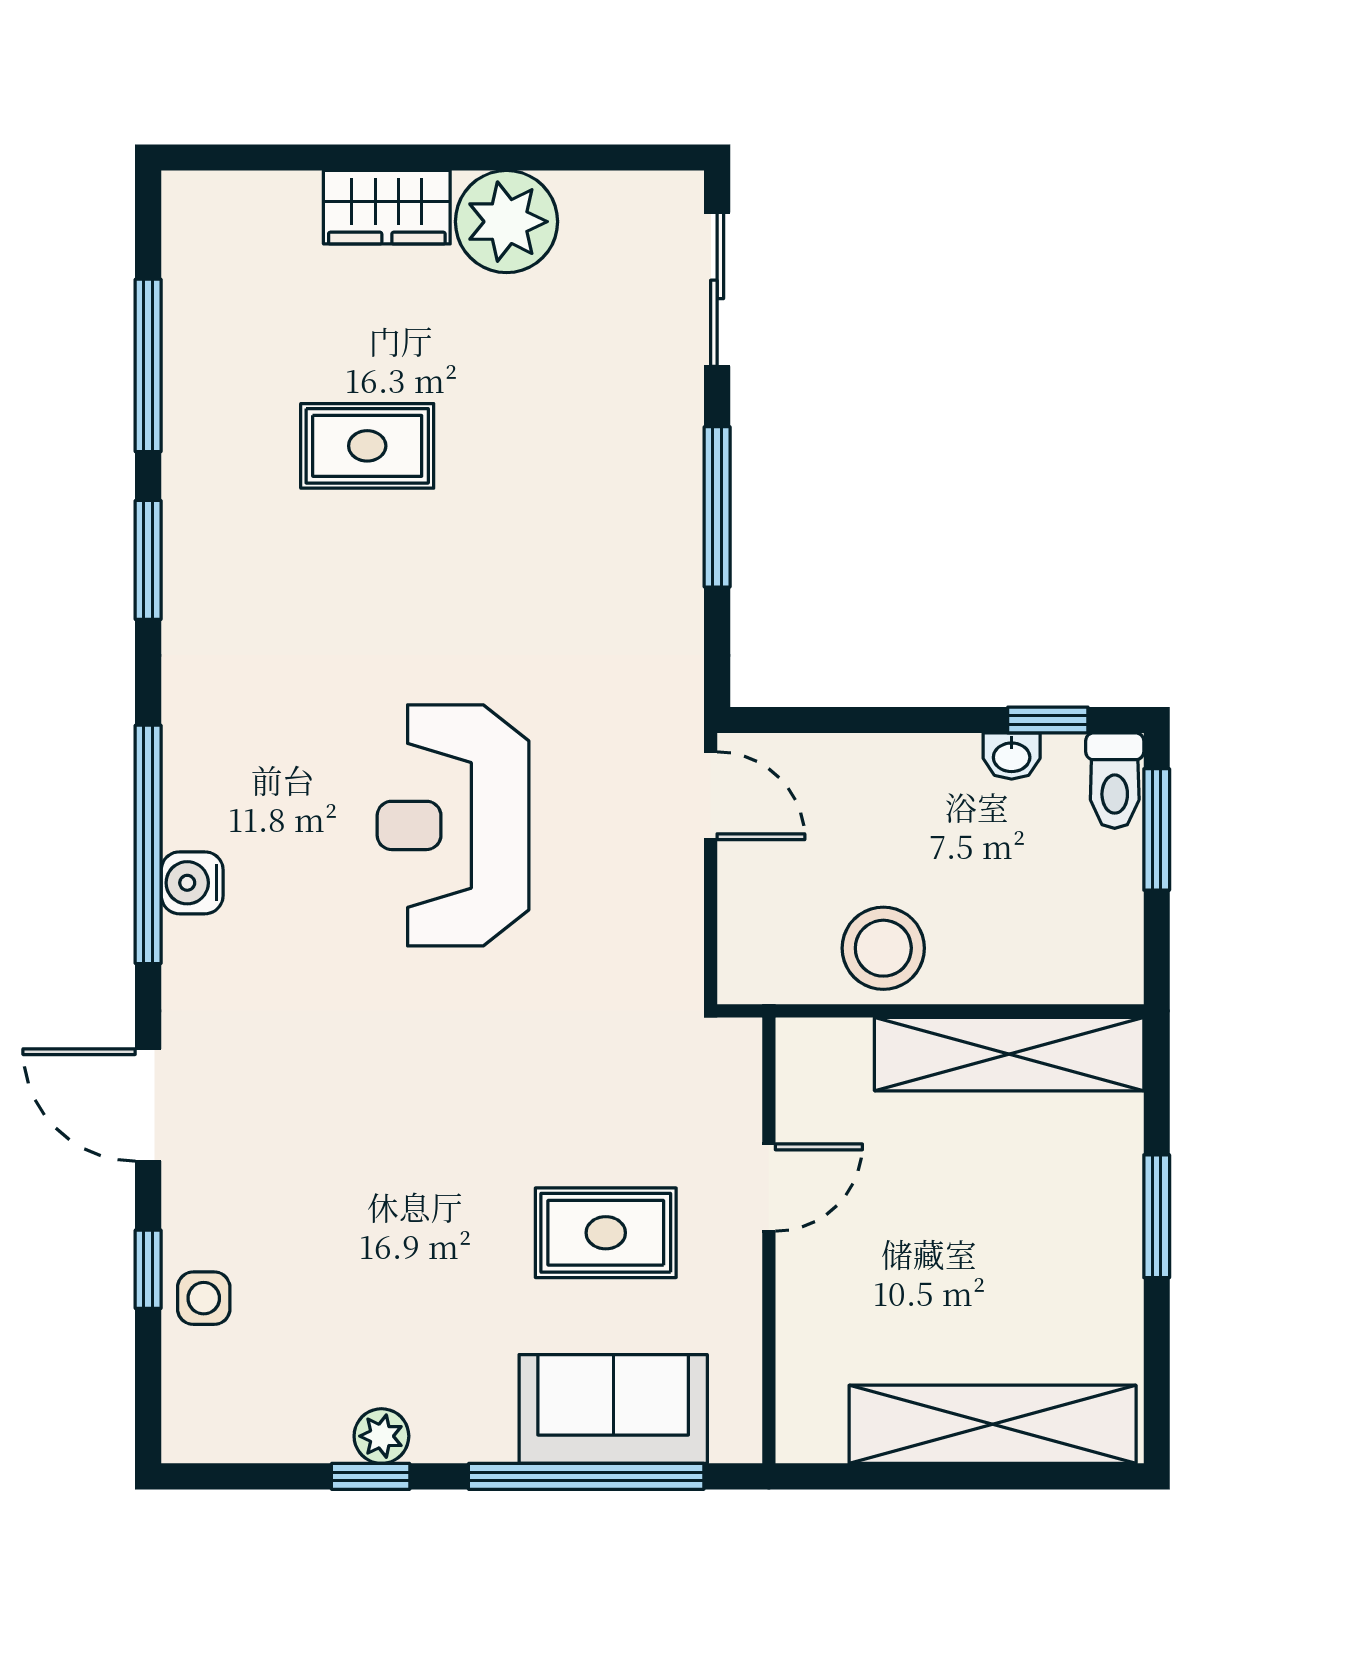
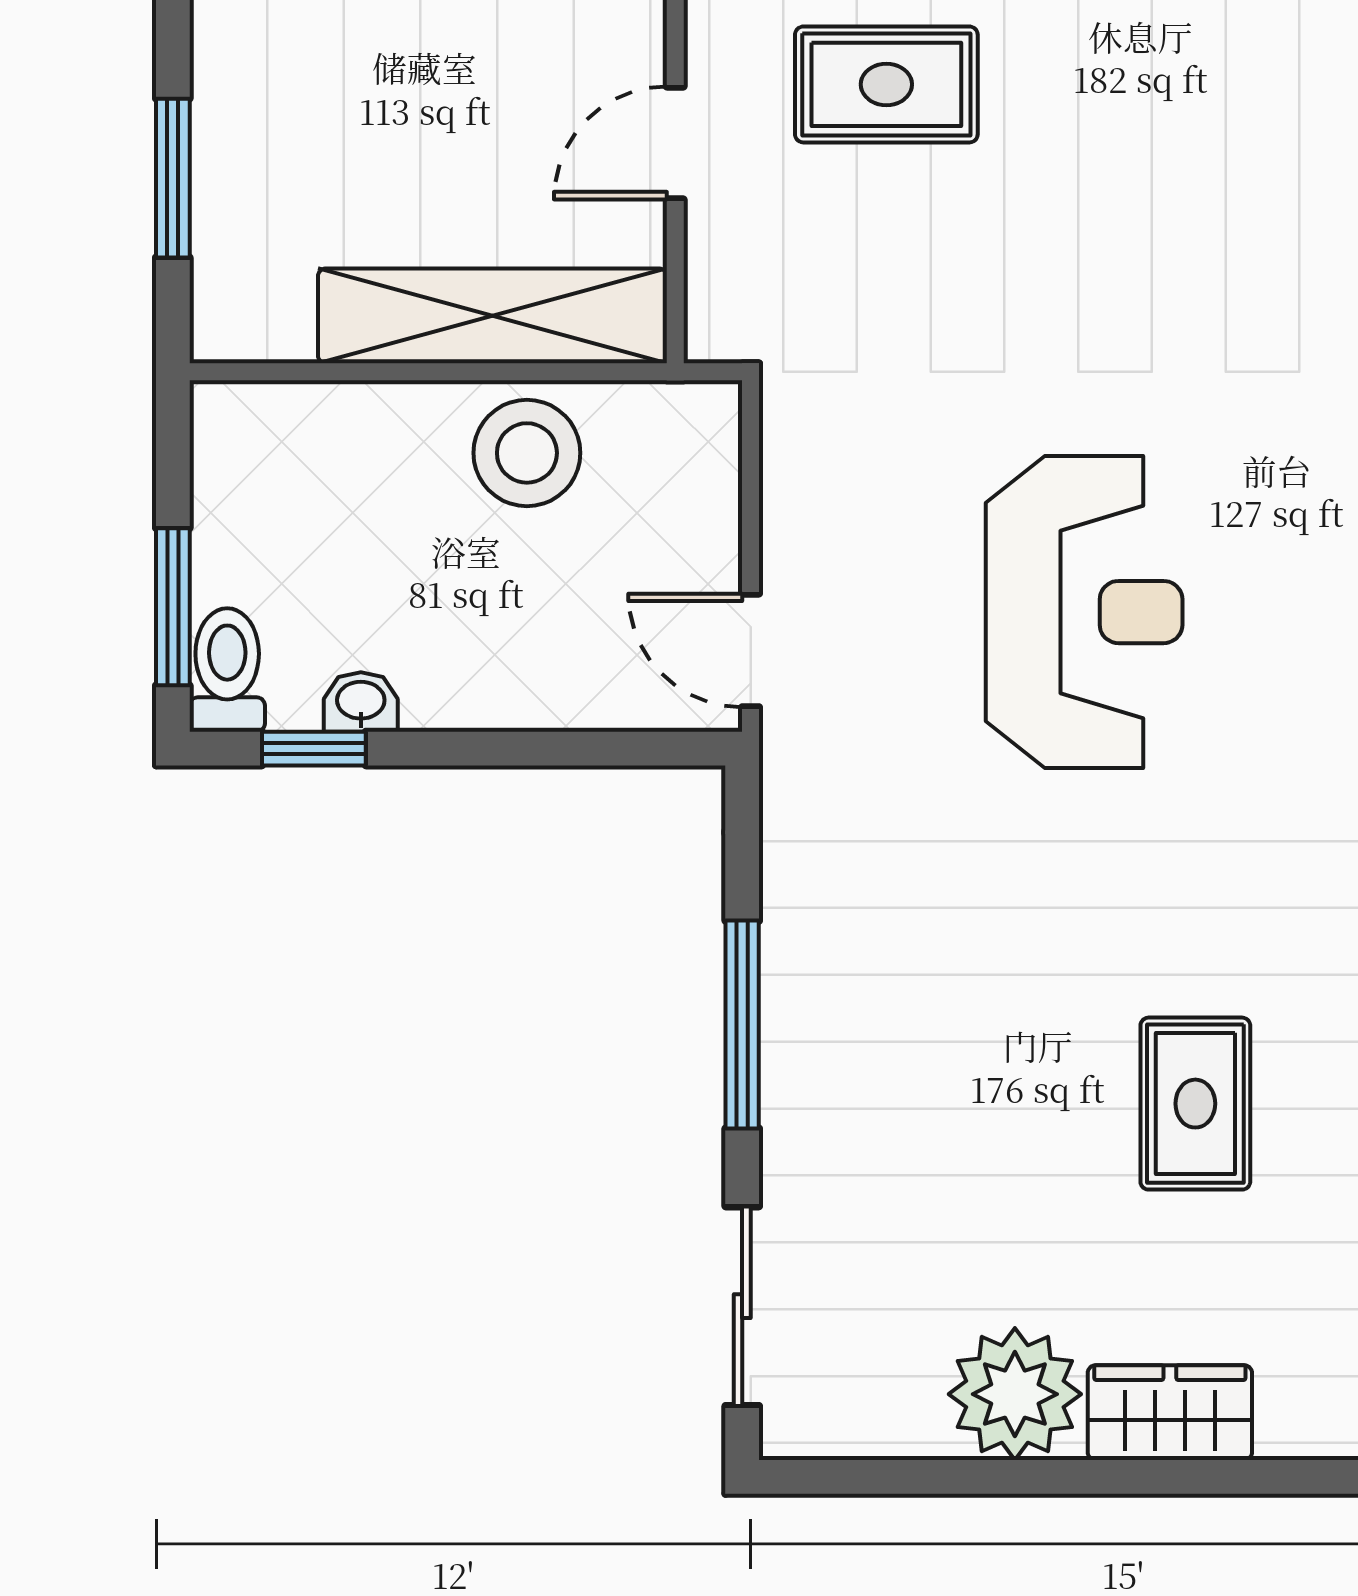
rug: (367, 446) -> (1195, 1104), turned 90
shelving: (1009, 1054) -> (492, 316), moved
window: (1157, 1216) -> (173, 178), moved

